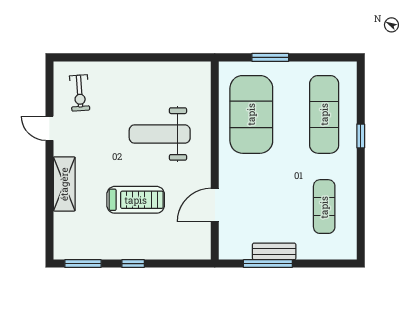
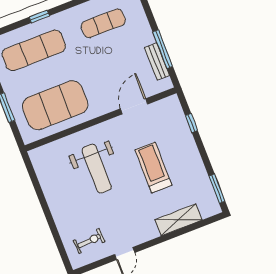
shelving: (64, 184) -> (178, 220), moved
door: (215, 205) -> (134, 106), swing flipped
bench: (274, 251) -> (157, 61), moved
window: (133, 264) -> (191, 123), moved

